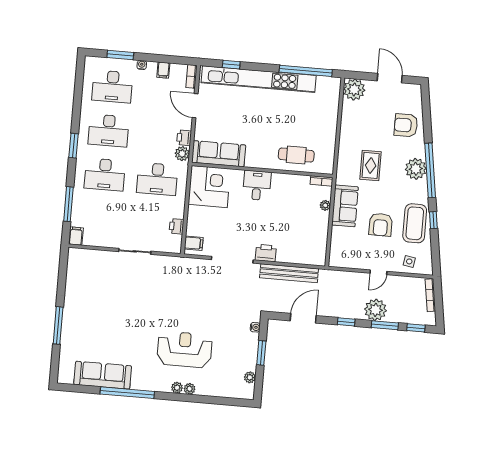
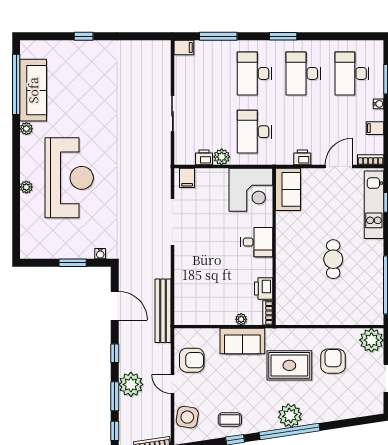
kitchen unit: (259, 79) -> (374, 205), width x0.54
armchair: (406, 125) -> (333, 361), moved
plant: (182, 154) -> (222, 157), moved
sofa: (219, 154) -> (288, 189), width x0.73
cafe table: (296, 155) -> (333, 259), moved
rug: (371, 165) -> (289, 365), width x1.36, depth x1.43
coffee table: (415, 223) -> (230, 419), width x0.54, depth x0.58
armchair: (381, 225) -> (192, 360), moved, turned 180
printer: (266, 253) -> (264, 289), moved, turned 180
side table: (409, 261) -> (187, 417), width x1.87, depth x1.87
bench: (289, 273) -> (163, 311), moved
window: (58, 325) -> (84, 36), width x0.46
reception desk: (184, 349) -> (69, 178), width x1.36, depth x1.30
plant: (250, 377) -> (45, 252), removed
plant: (177, 388) -> (26, 129), moved
window: (127, 393) -> (16, 84), moved

